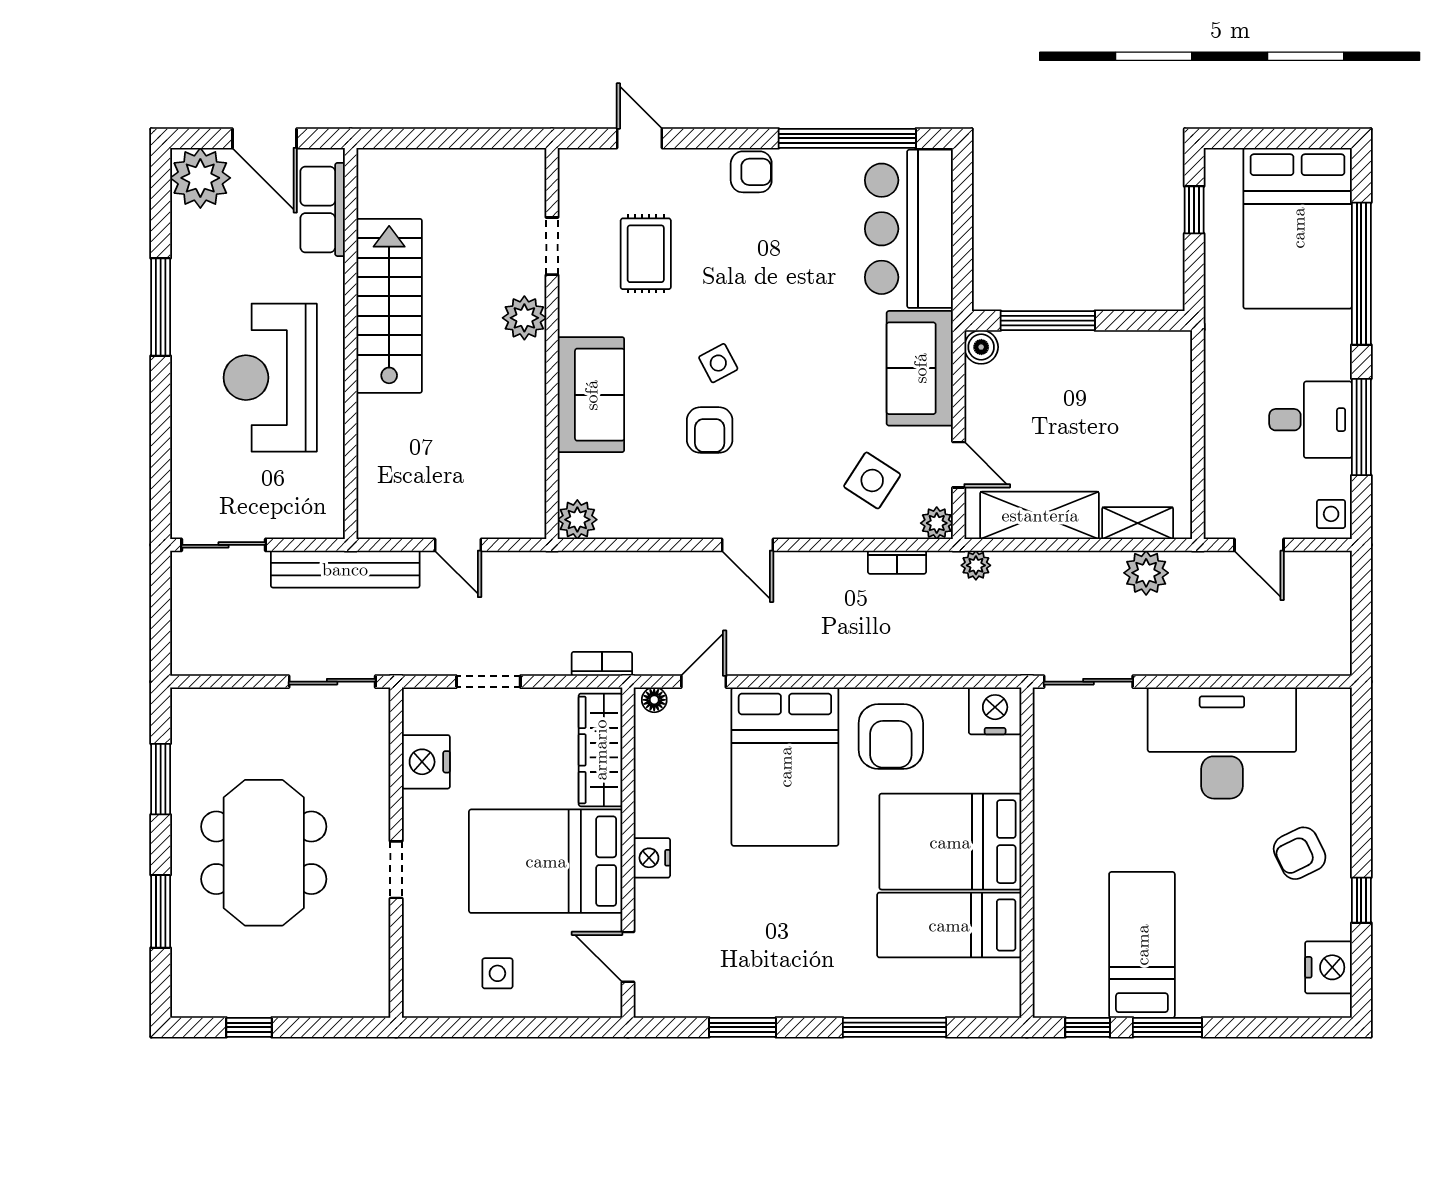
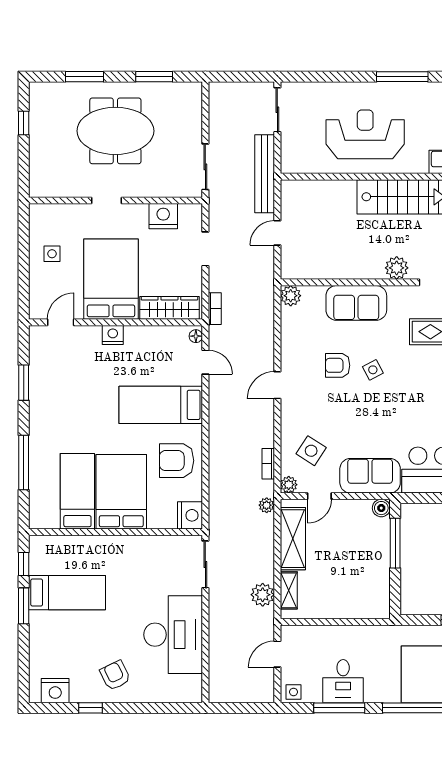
bed: (785, 767) -> (161, 405), width x0.67

